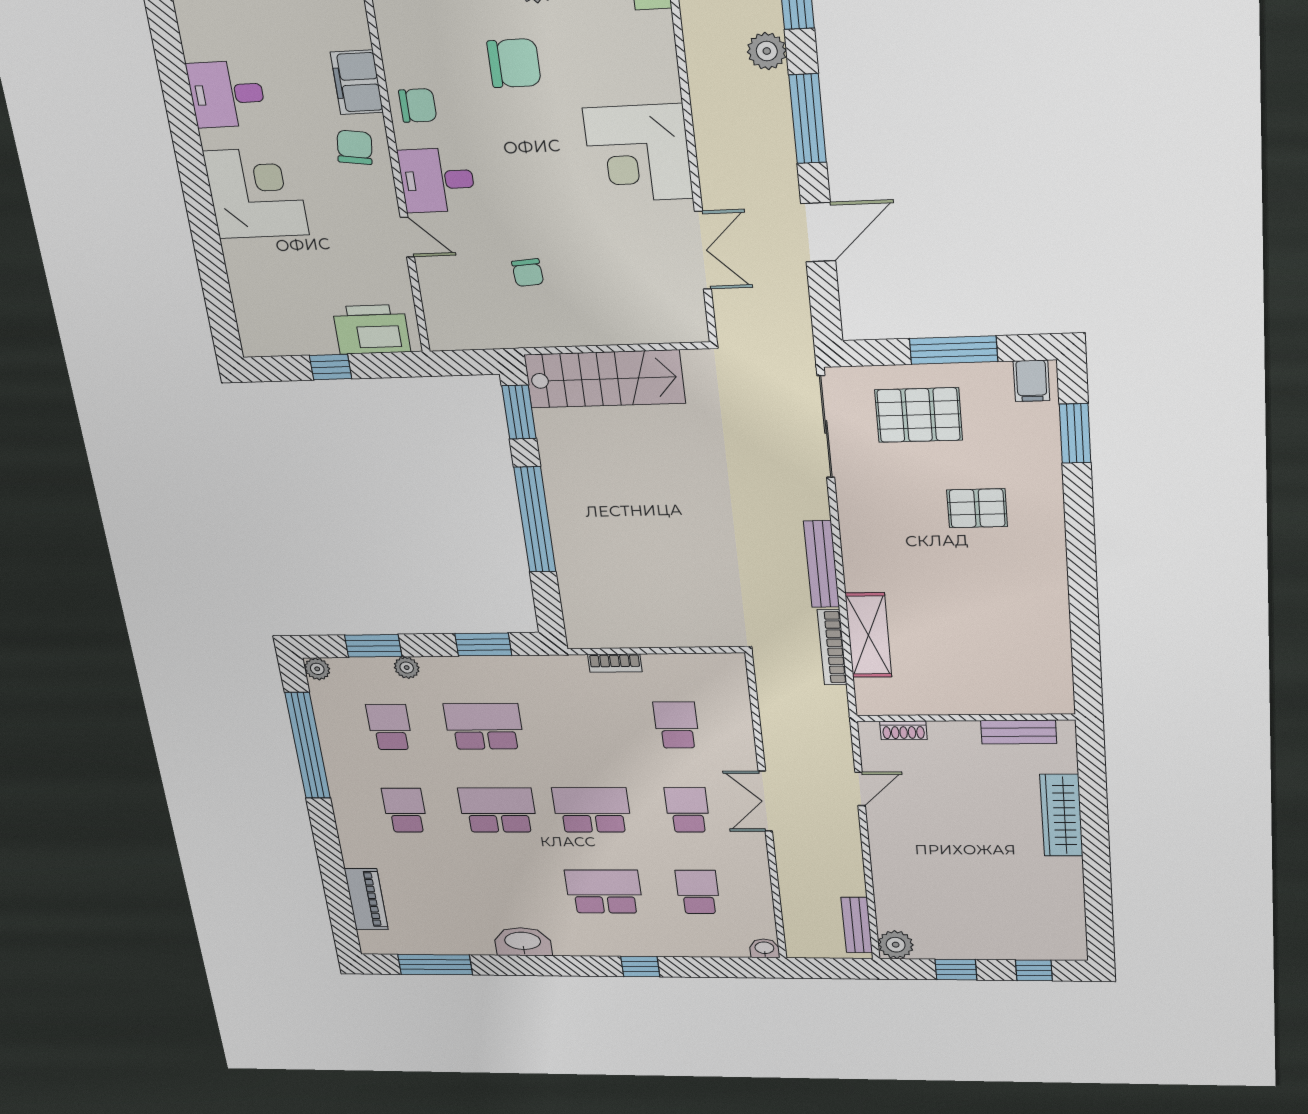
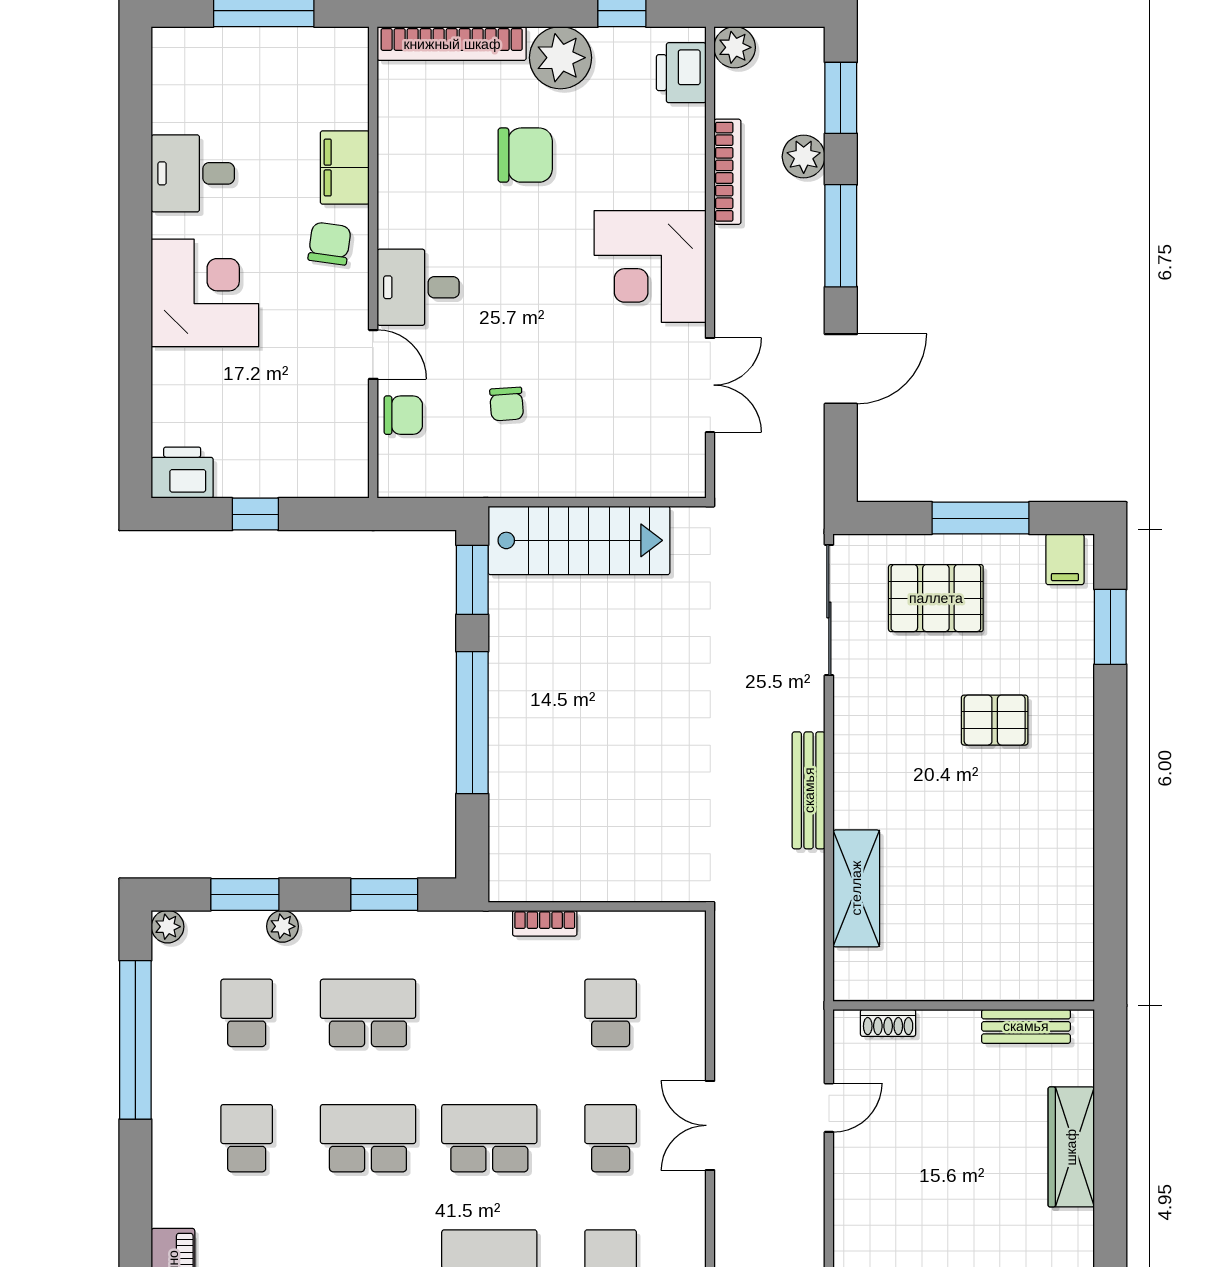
chair: (418, 105) -> (403, 415), moved
printer: (371, 329) -> (182, 473), moved, width x0.73, depth x0.84
bookcase: (832, 647) -> (727, 172), moved, turned 180

